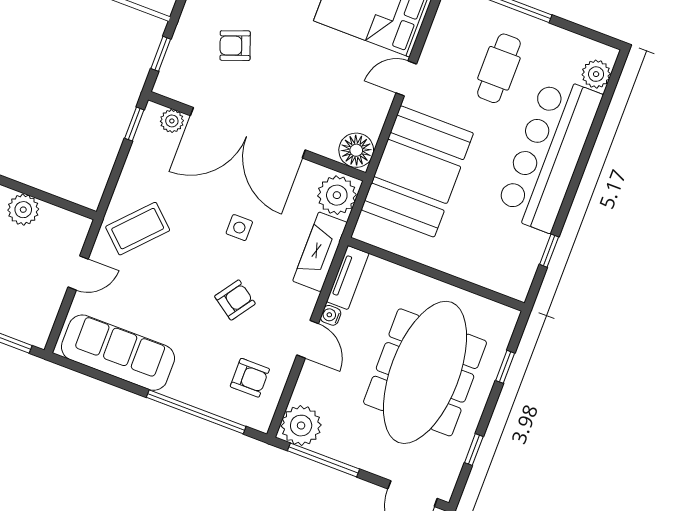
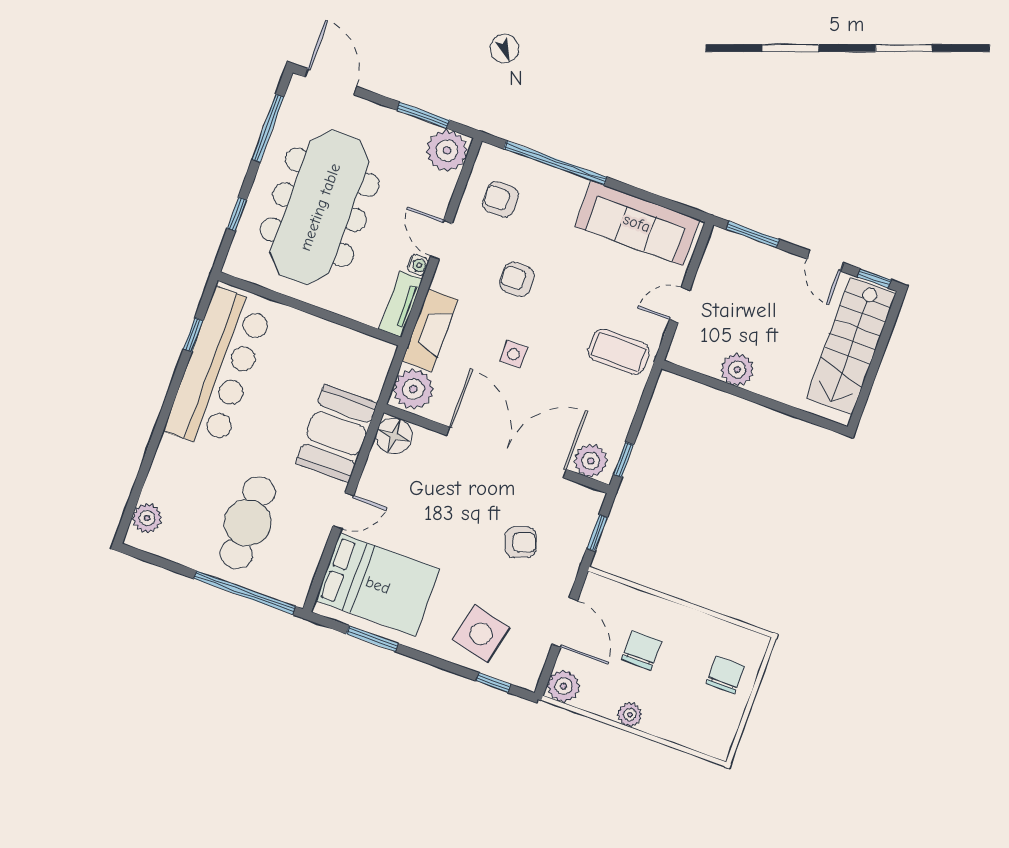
cafe table: (499, 68) -> (248, 523), width x1.37, depth x1.35
plant: (172, 121) -> (591, 461), width x1.38, depth x1.38
bar counter: (549, 154) -> (219, 369), moved
booth: (417, 171) -> (337, 433), width x0.73, depth x0.70
coffee table: (138, 229) -> (619, 352), turned 47
armchair: (235, 300) -> (517, 279), turned 55
window: (474, 450) -> (268, 128), width x2.17
window: (323, 460) -> (423, 115), width x0.69

